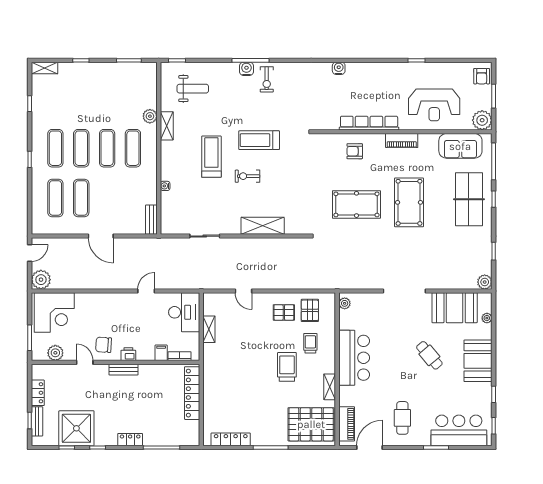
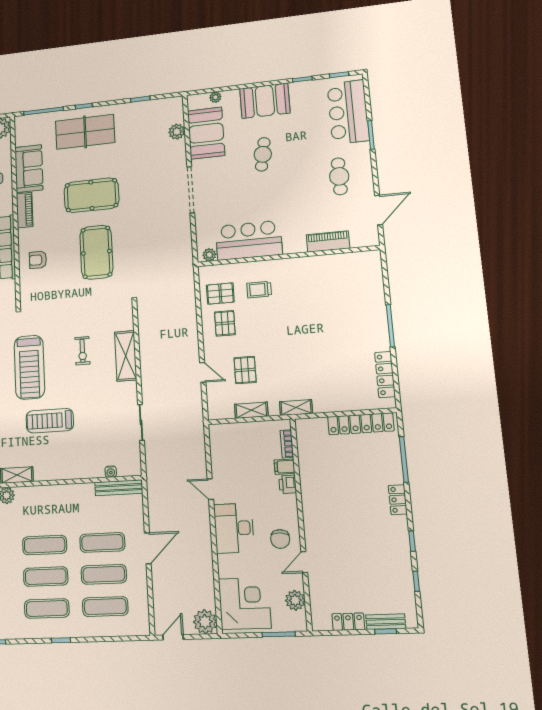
treadmill: (259, 140) -> (29, 367), width x1.37, depth x1.38
sofa: (460, 146) -> (29, 169), moved
exercise mat: (133, 148) -> (102, 542), moved
armchair: (355, 151) -> (38, 260), turned 90
exercise bike: (247, 176) -> (82, 351), moved
water cooler: (165, 186) -> (111, 472), moved
bench: (151, 220) -> (119, 488), width x1.36
door: (30, 253) -> (173, 637), hinge flipped
plant: (485, 282) -> (177, 132), moved
door: (243, 291) -> (203, 372), hinge flipped
desk: (184, 312) -> (234, 528), moved, turned -90
printer: (128, 354) -> (288, 484), moved
cafe table: (429, 355) -> (263, 154), turned -40
bar counter: (354, 358) -> (249, 240), moved
trolley: (287, 367) -> (289, 314), removed
bench: (124, 370) -> (309, 512), removed
shelving: (330, 387) -> (296, 408), moved
locker: (192, 393) -> (361, 424), moved
cafe table: (402, 418) -> (339, 176), turned 90
pallet: (311, 424) -> (245, 370), moved, width x0.49, depth x0.50
piano: (347, 424) -> (328, 241), moved
shower: (76, 428) -> (390, 569), removed
door: (369, 447) -> (379, 210), swing flipped

